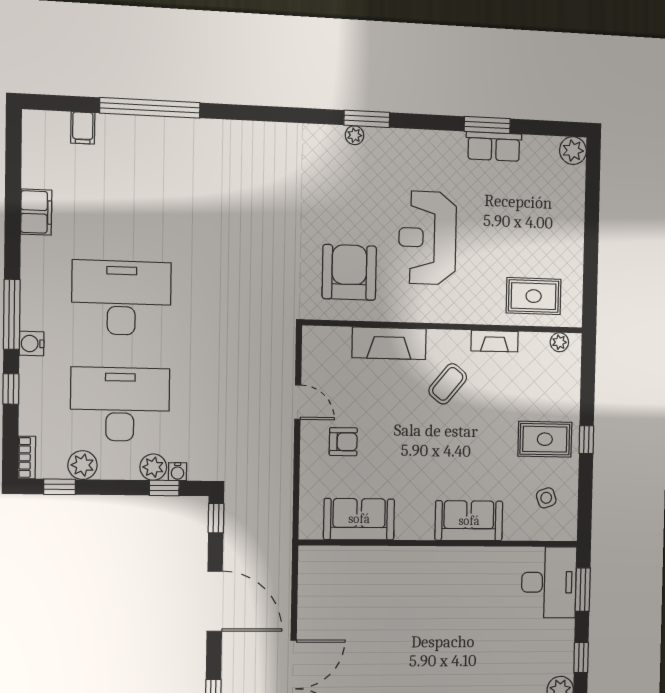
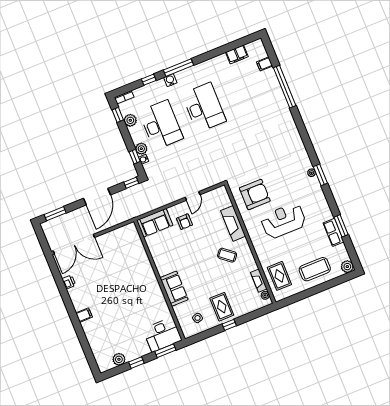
filing cabinet: (36, 212) -> (237, 54), moved
coffee table: (550, 219) -> (315, 269), added
fireplace: (495, 341) -> (259, 281), moved
sofa: (359, 519) -> (155, 223), moved, turned 90

